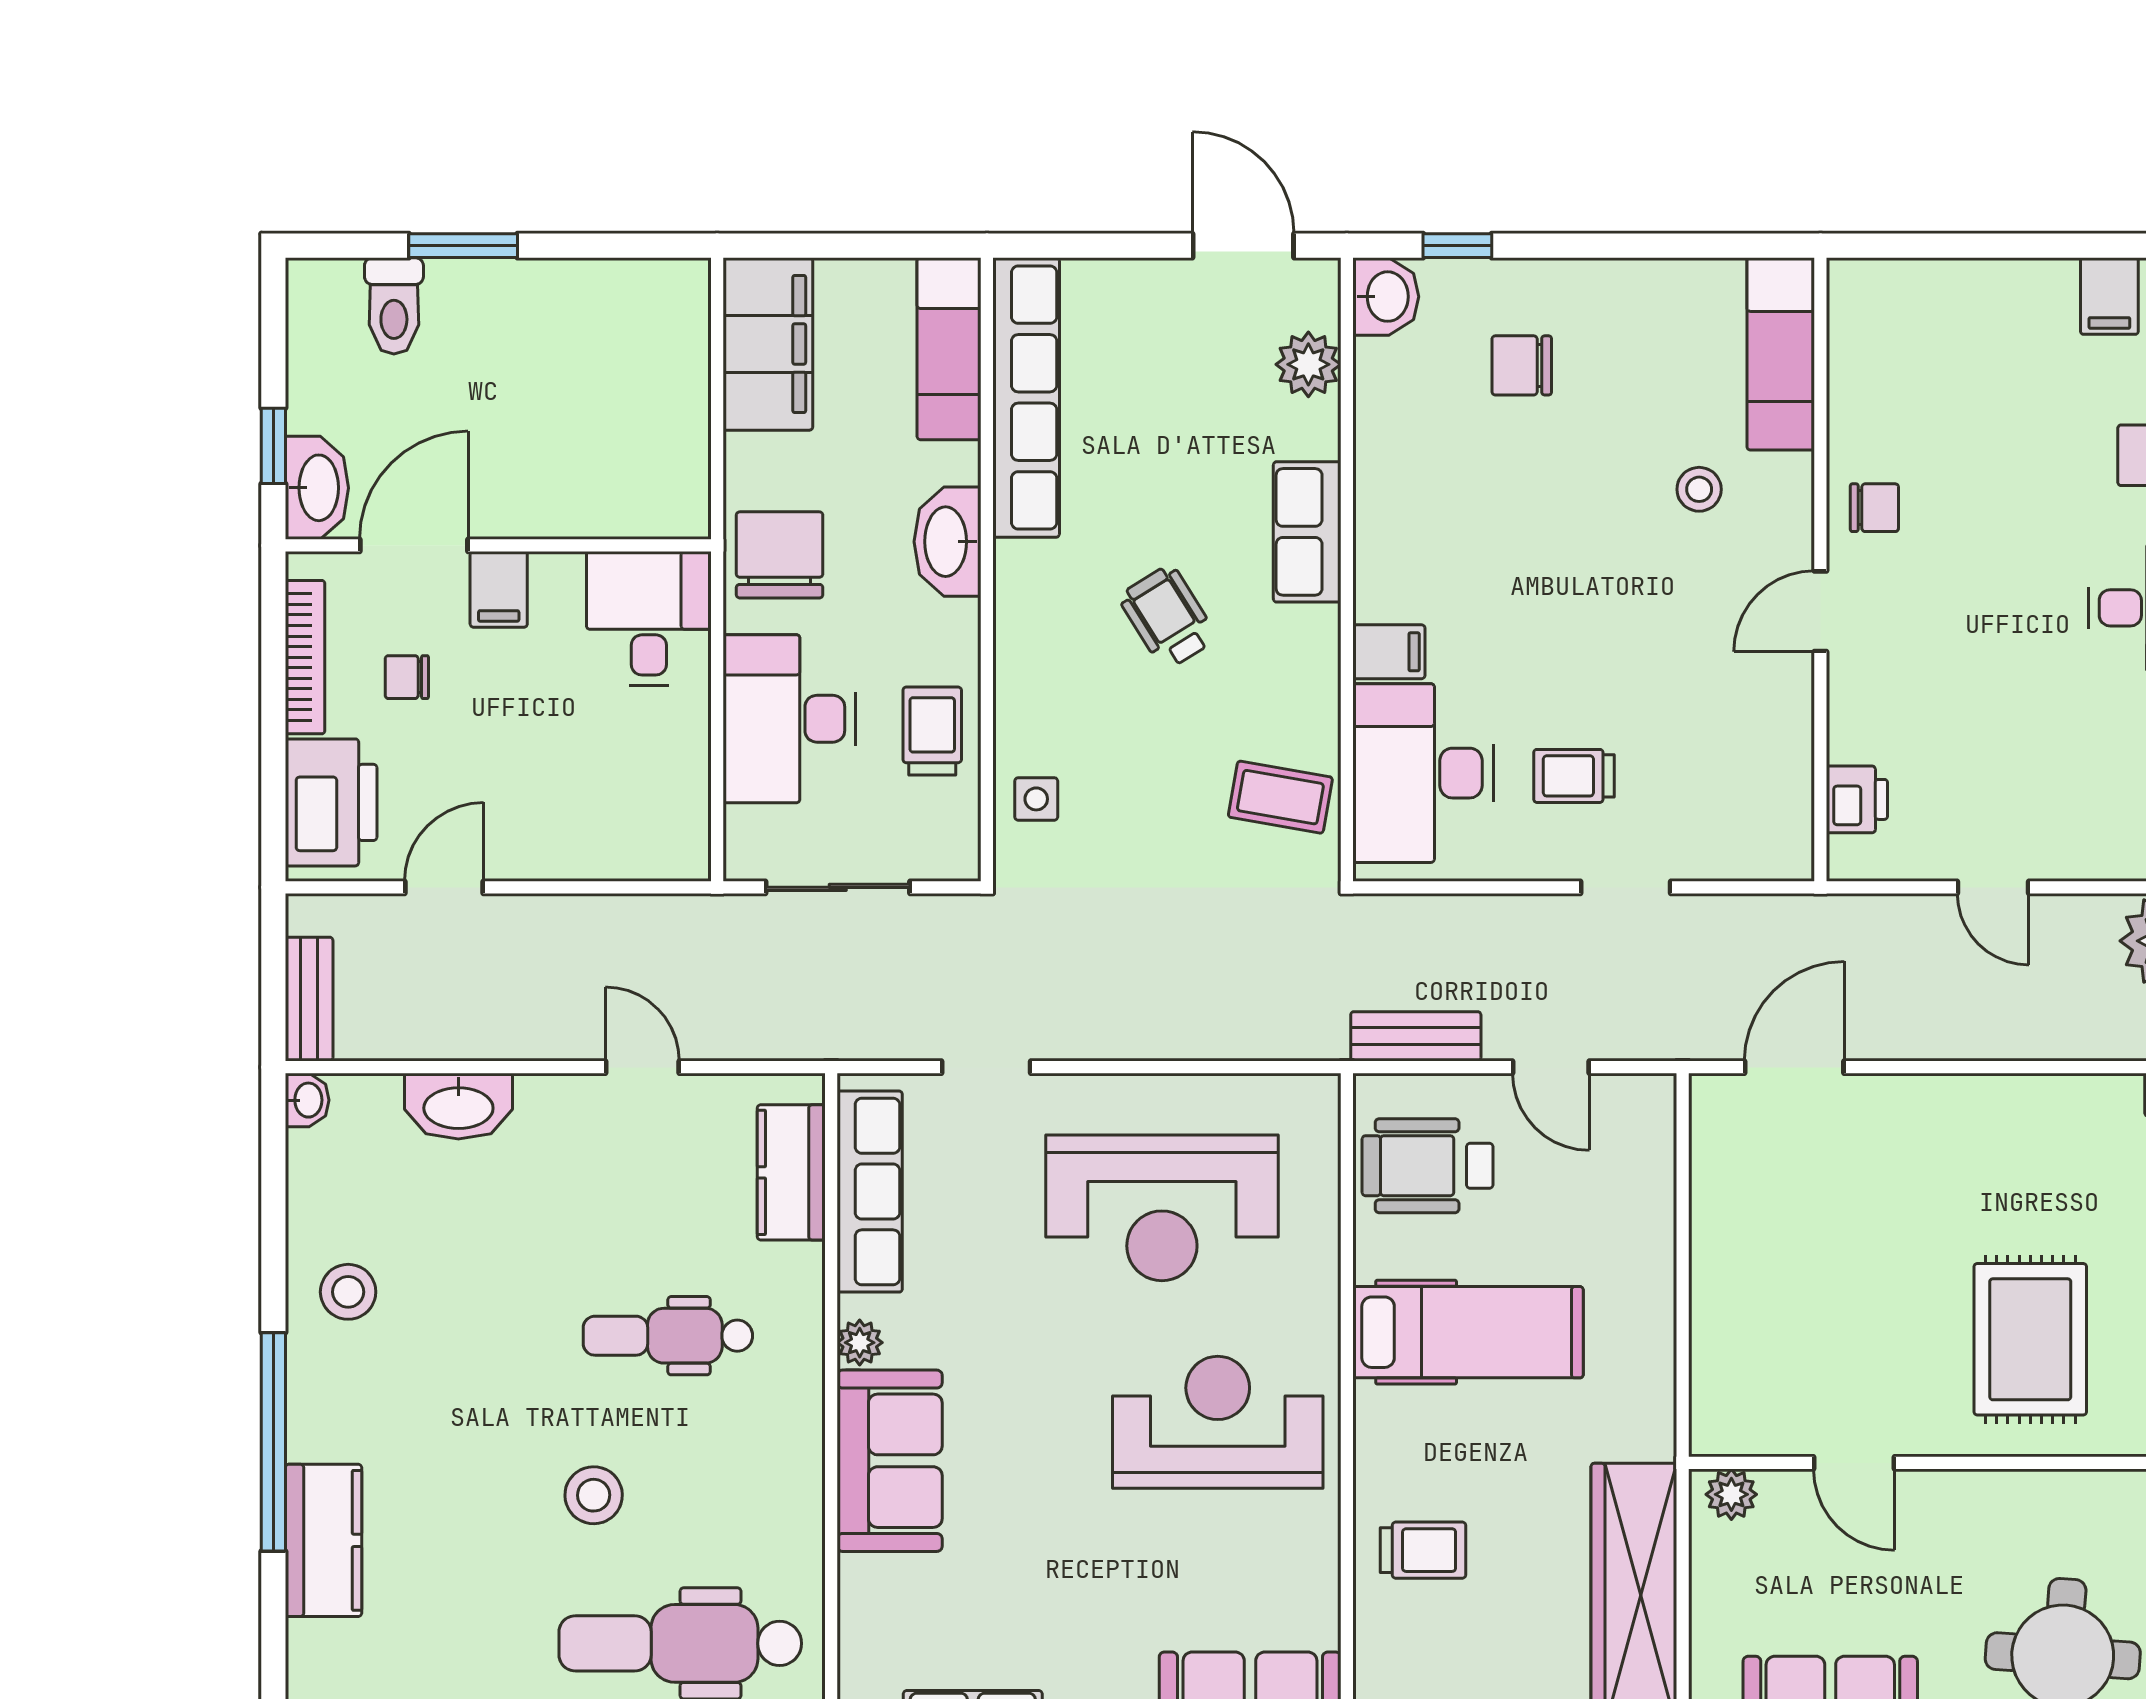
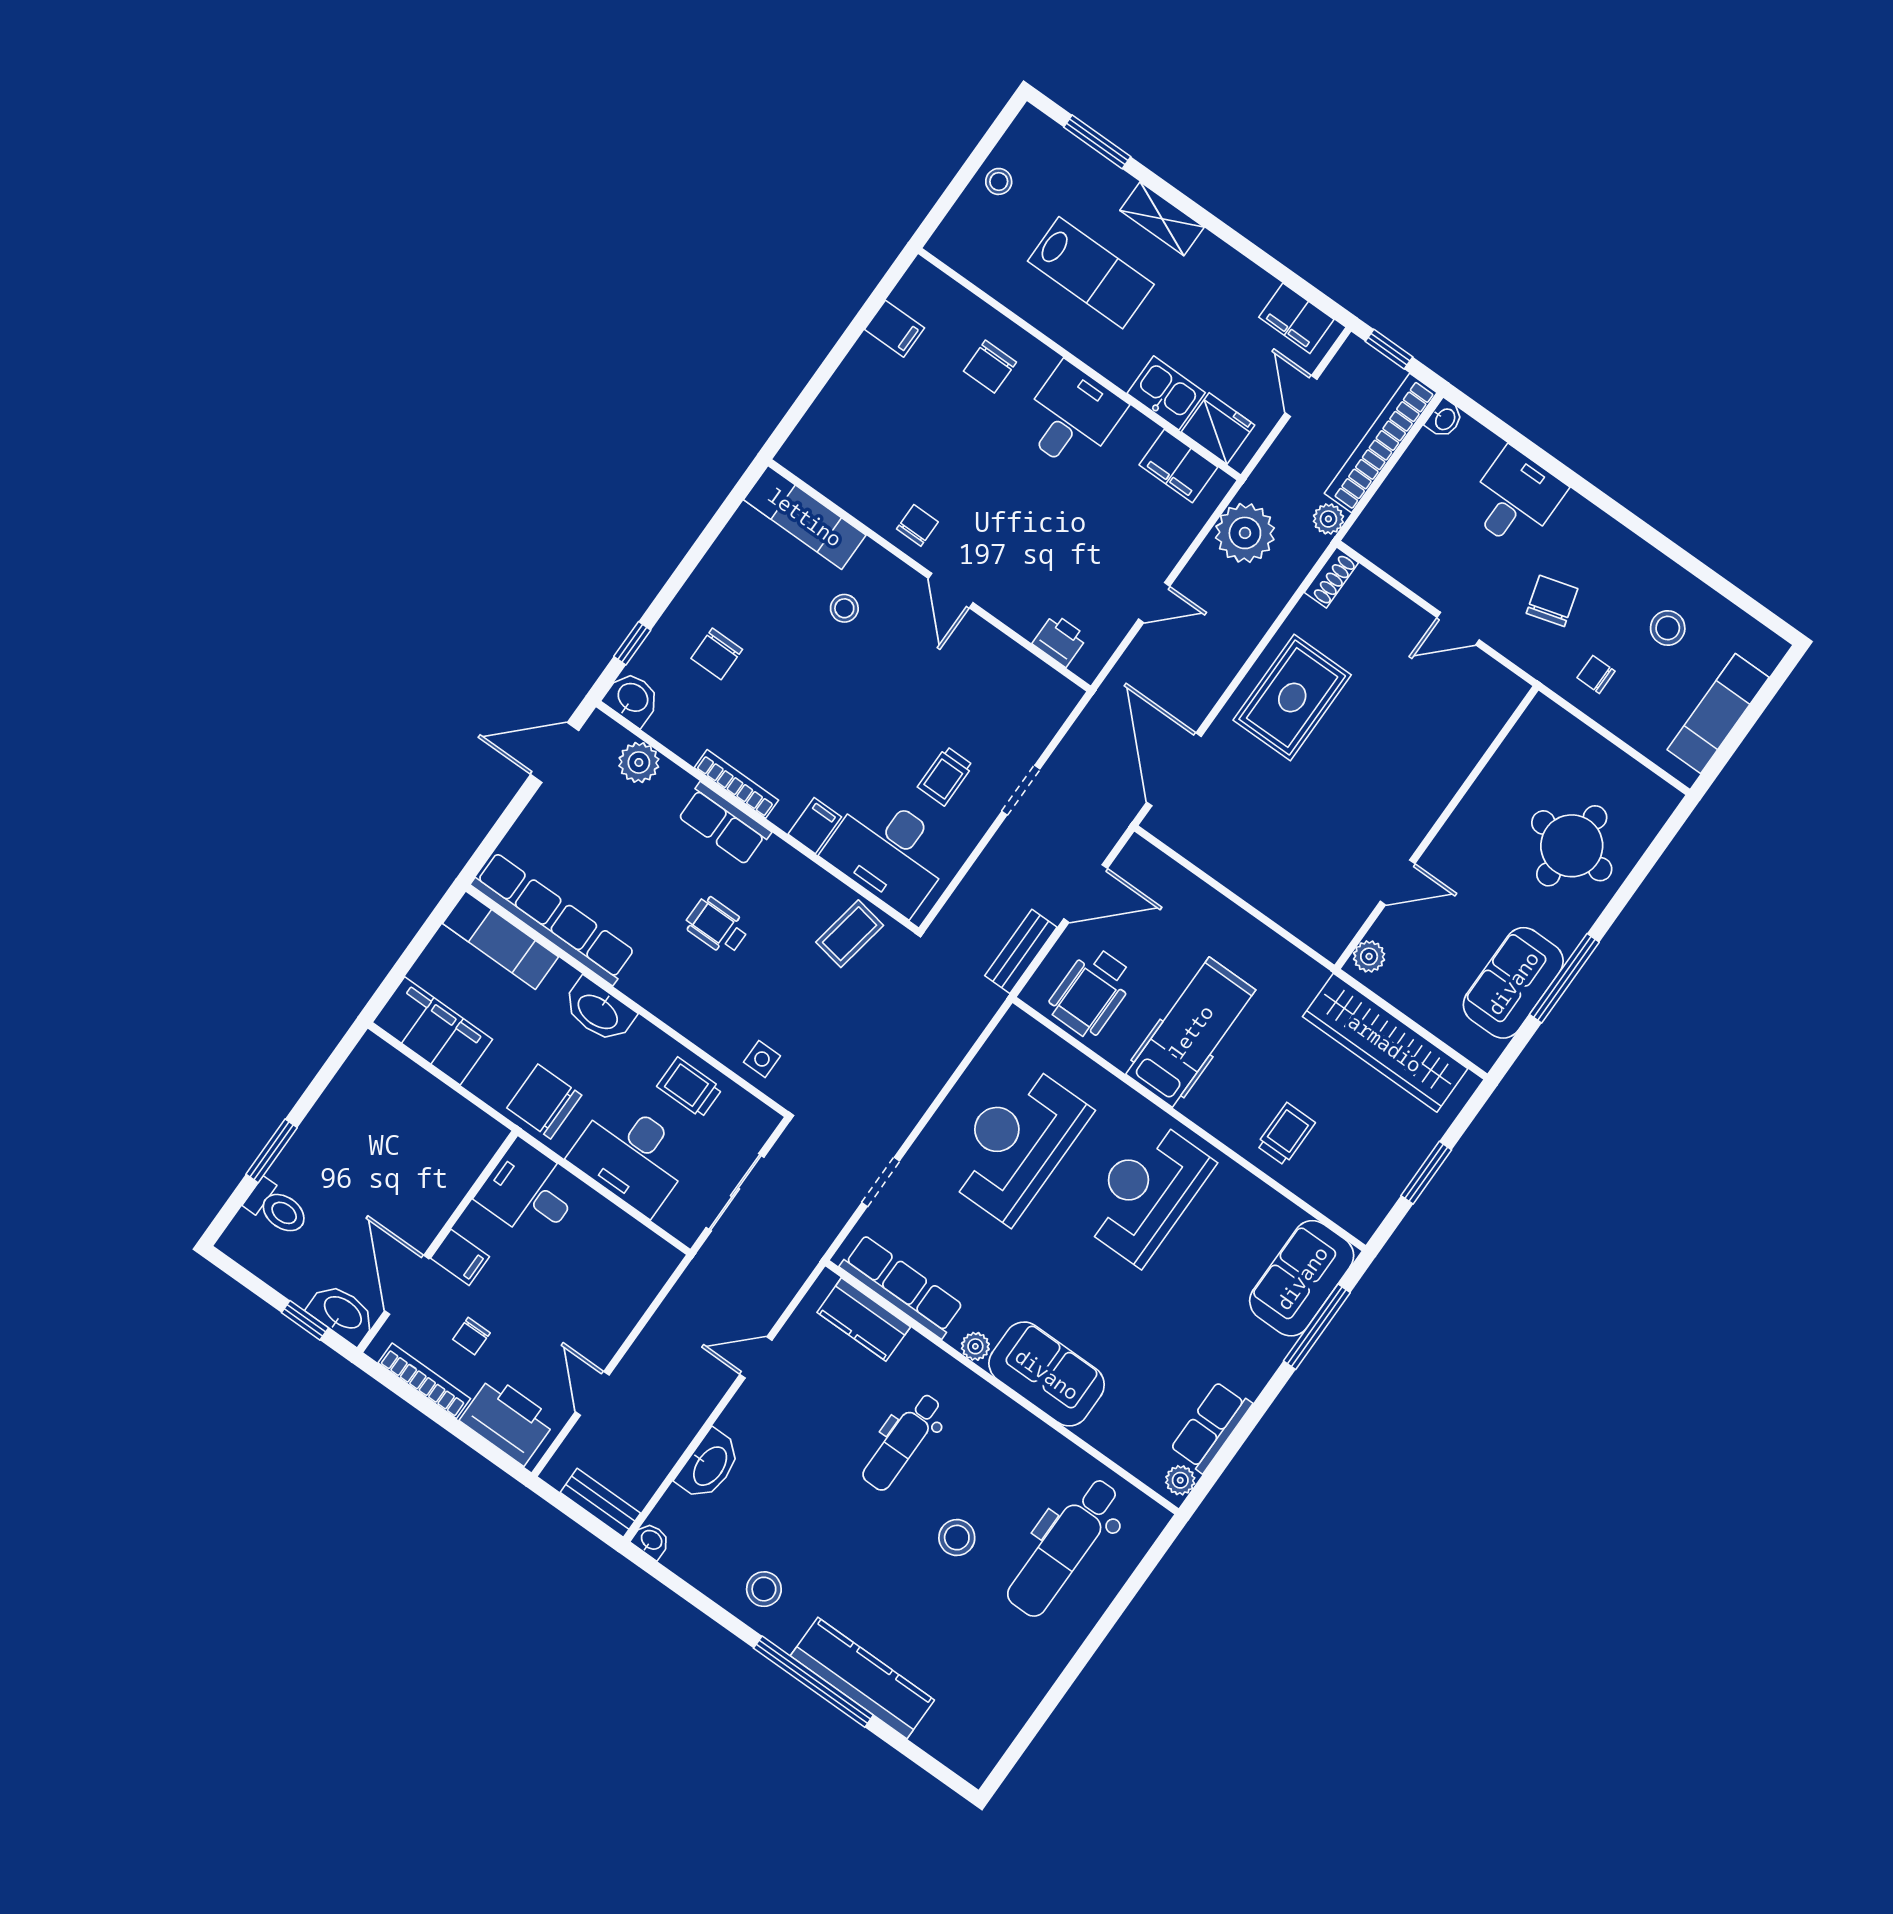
bookcase: (1371, 511) -> (736, 784), added
wheelchair: (1168, 617) -> (717, 926), turned 32
door: (1551, 1067) -> (1086, 894), width x1.38
door: (1794, 1067) -> (1174, 769), width x1.36
reception desk: (1162, 1208) -> (1016, 1143), turned 180
rug: (2030, 1339) -> (1292, 698), moved, turned 90
kitchen counter: (323, 1540) -> (862, 1678), width x1.50

